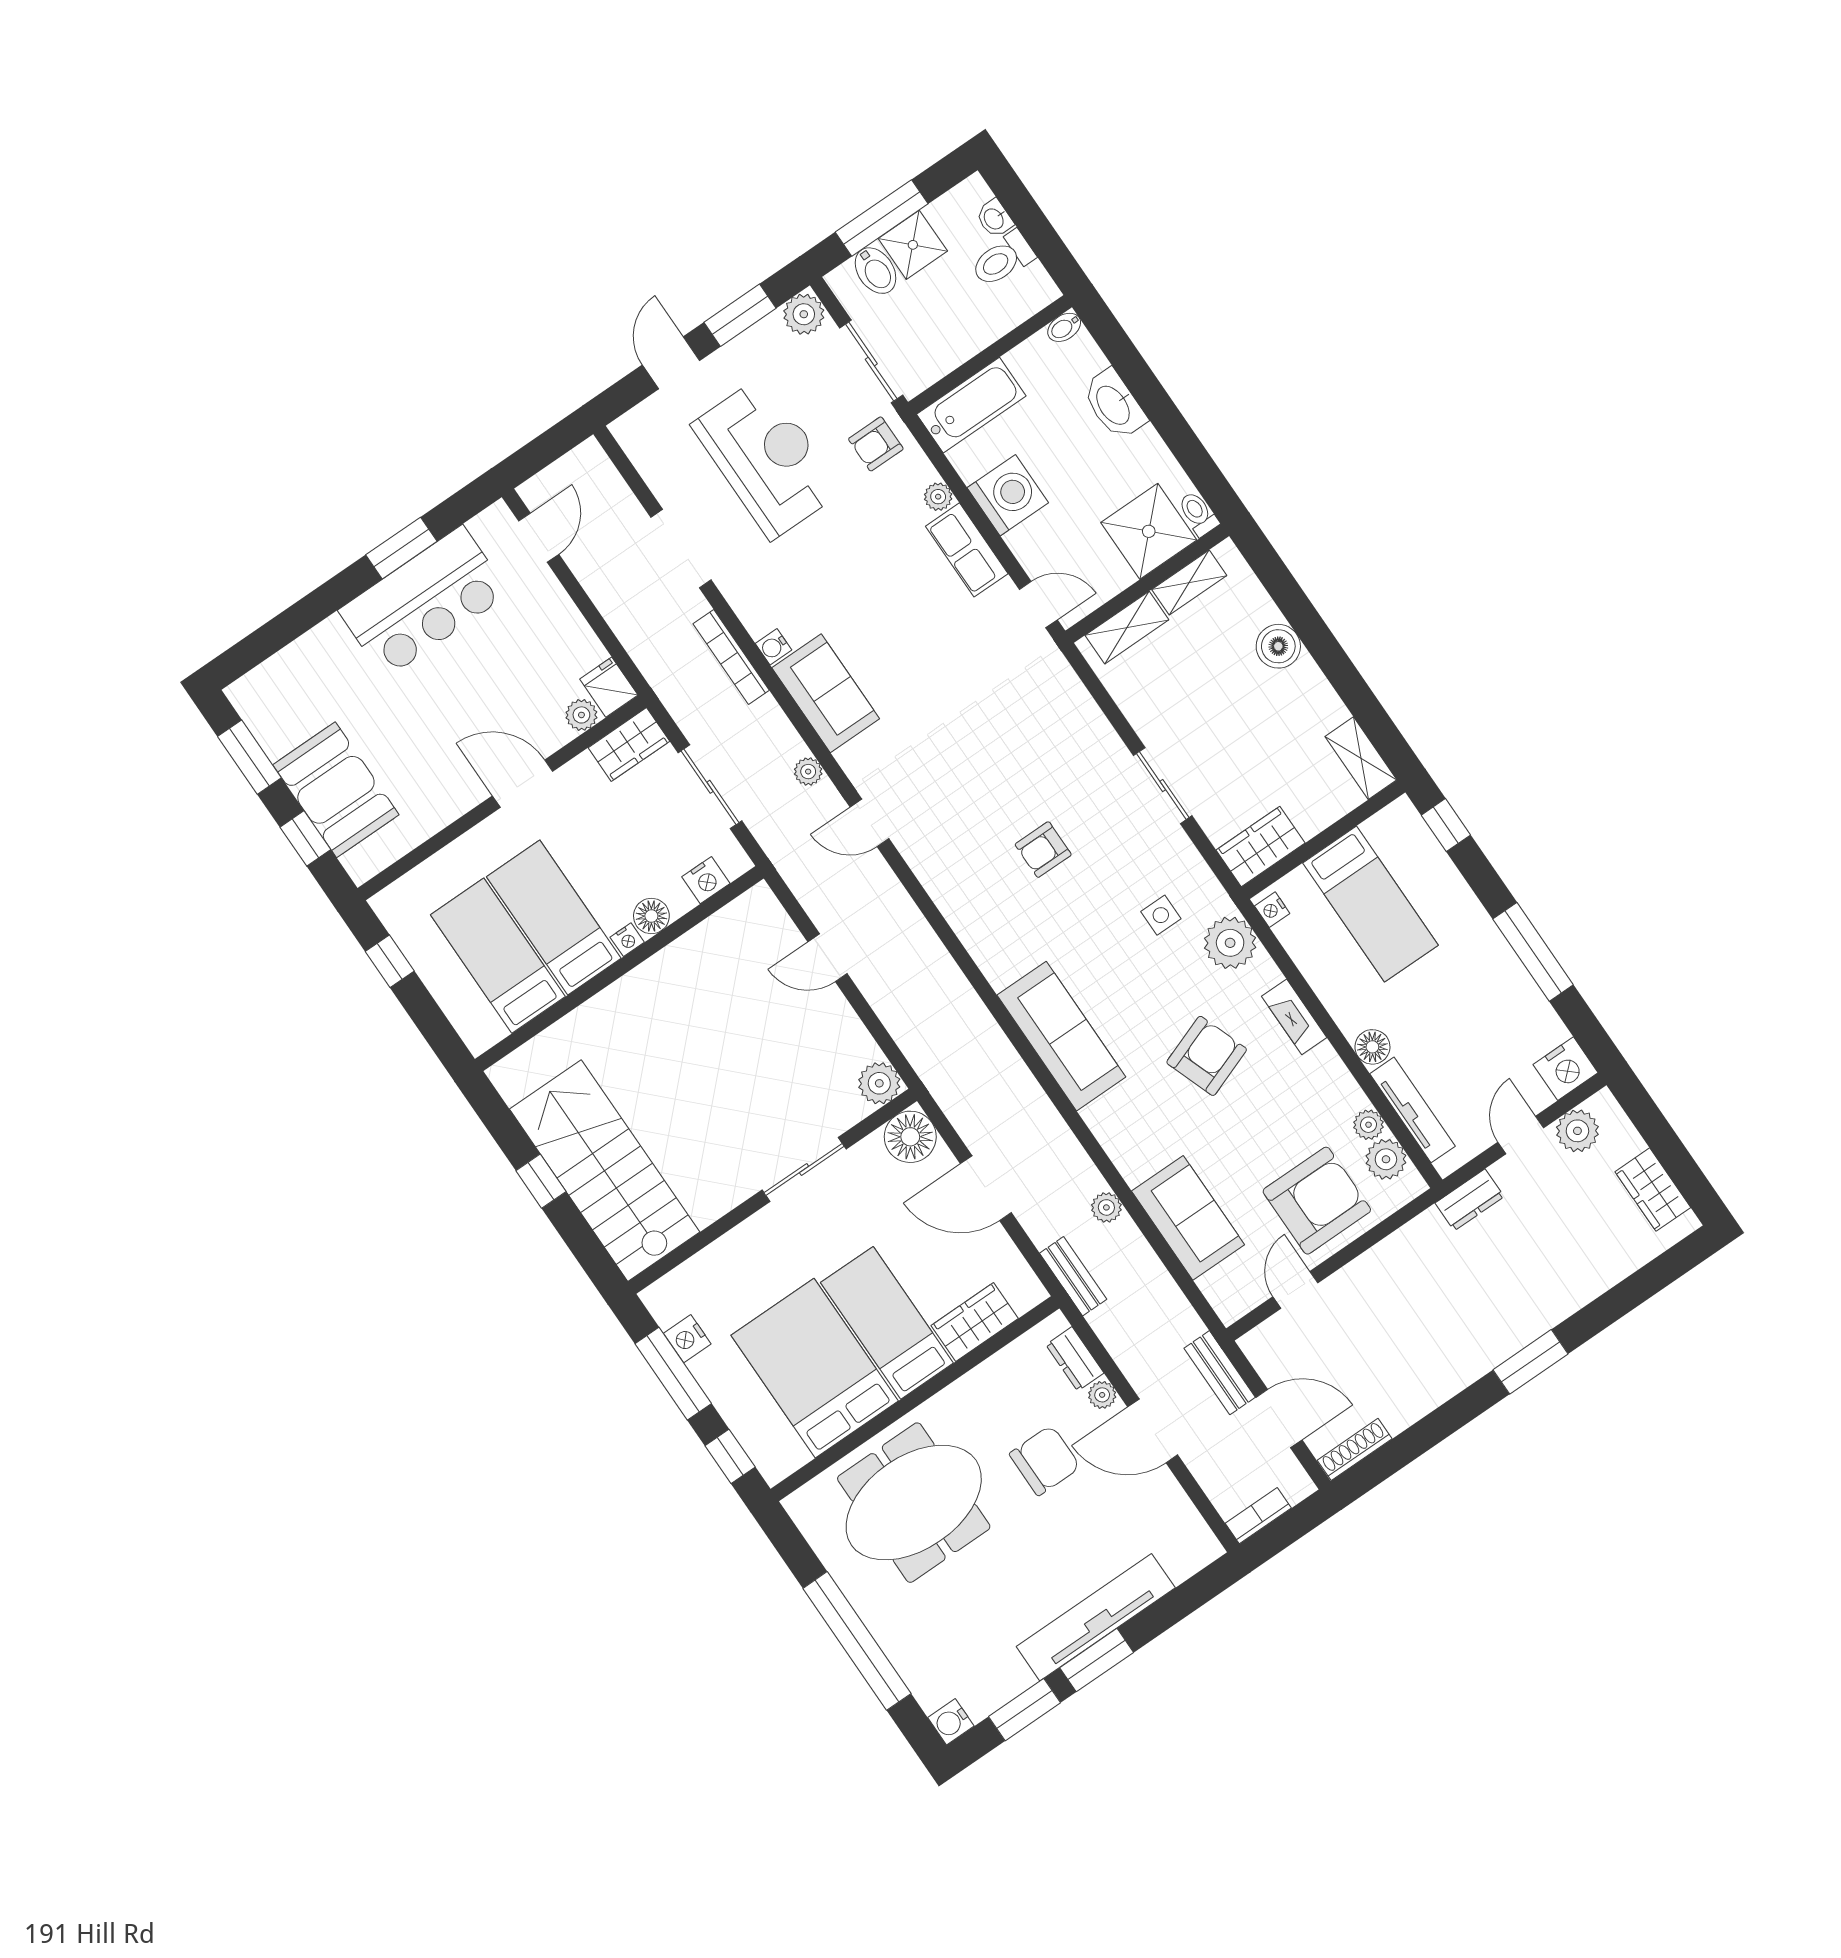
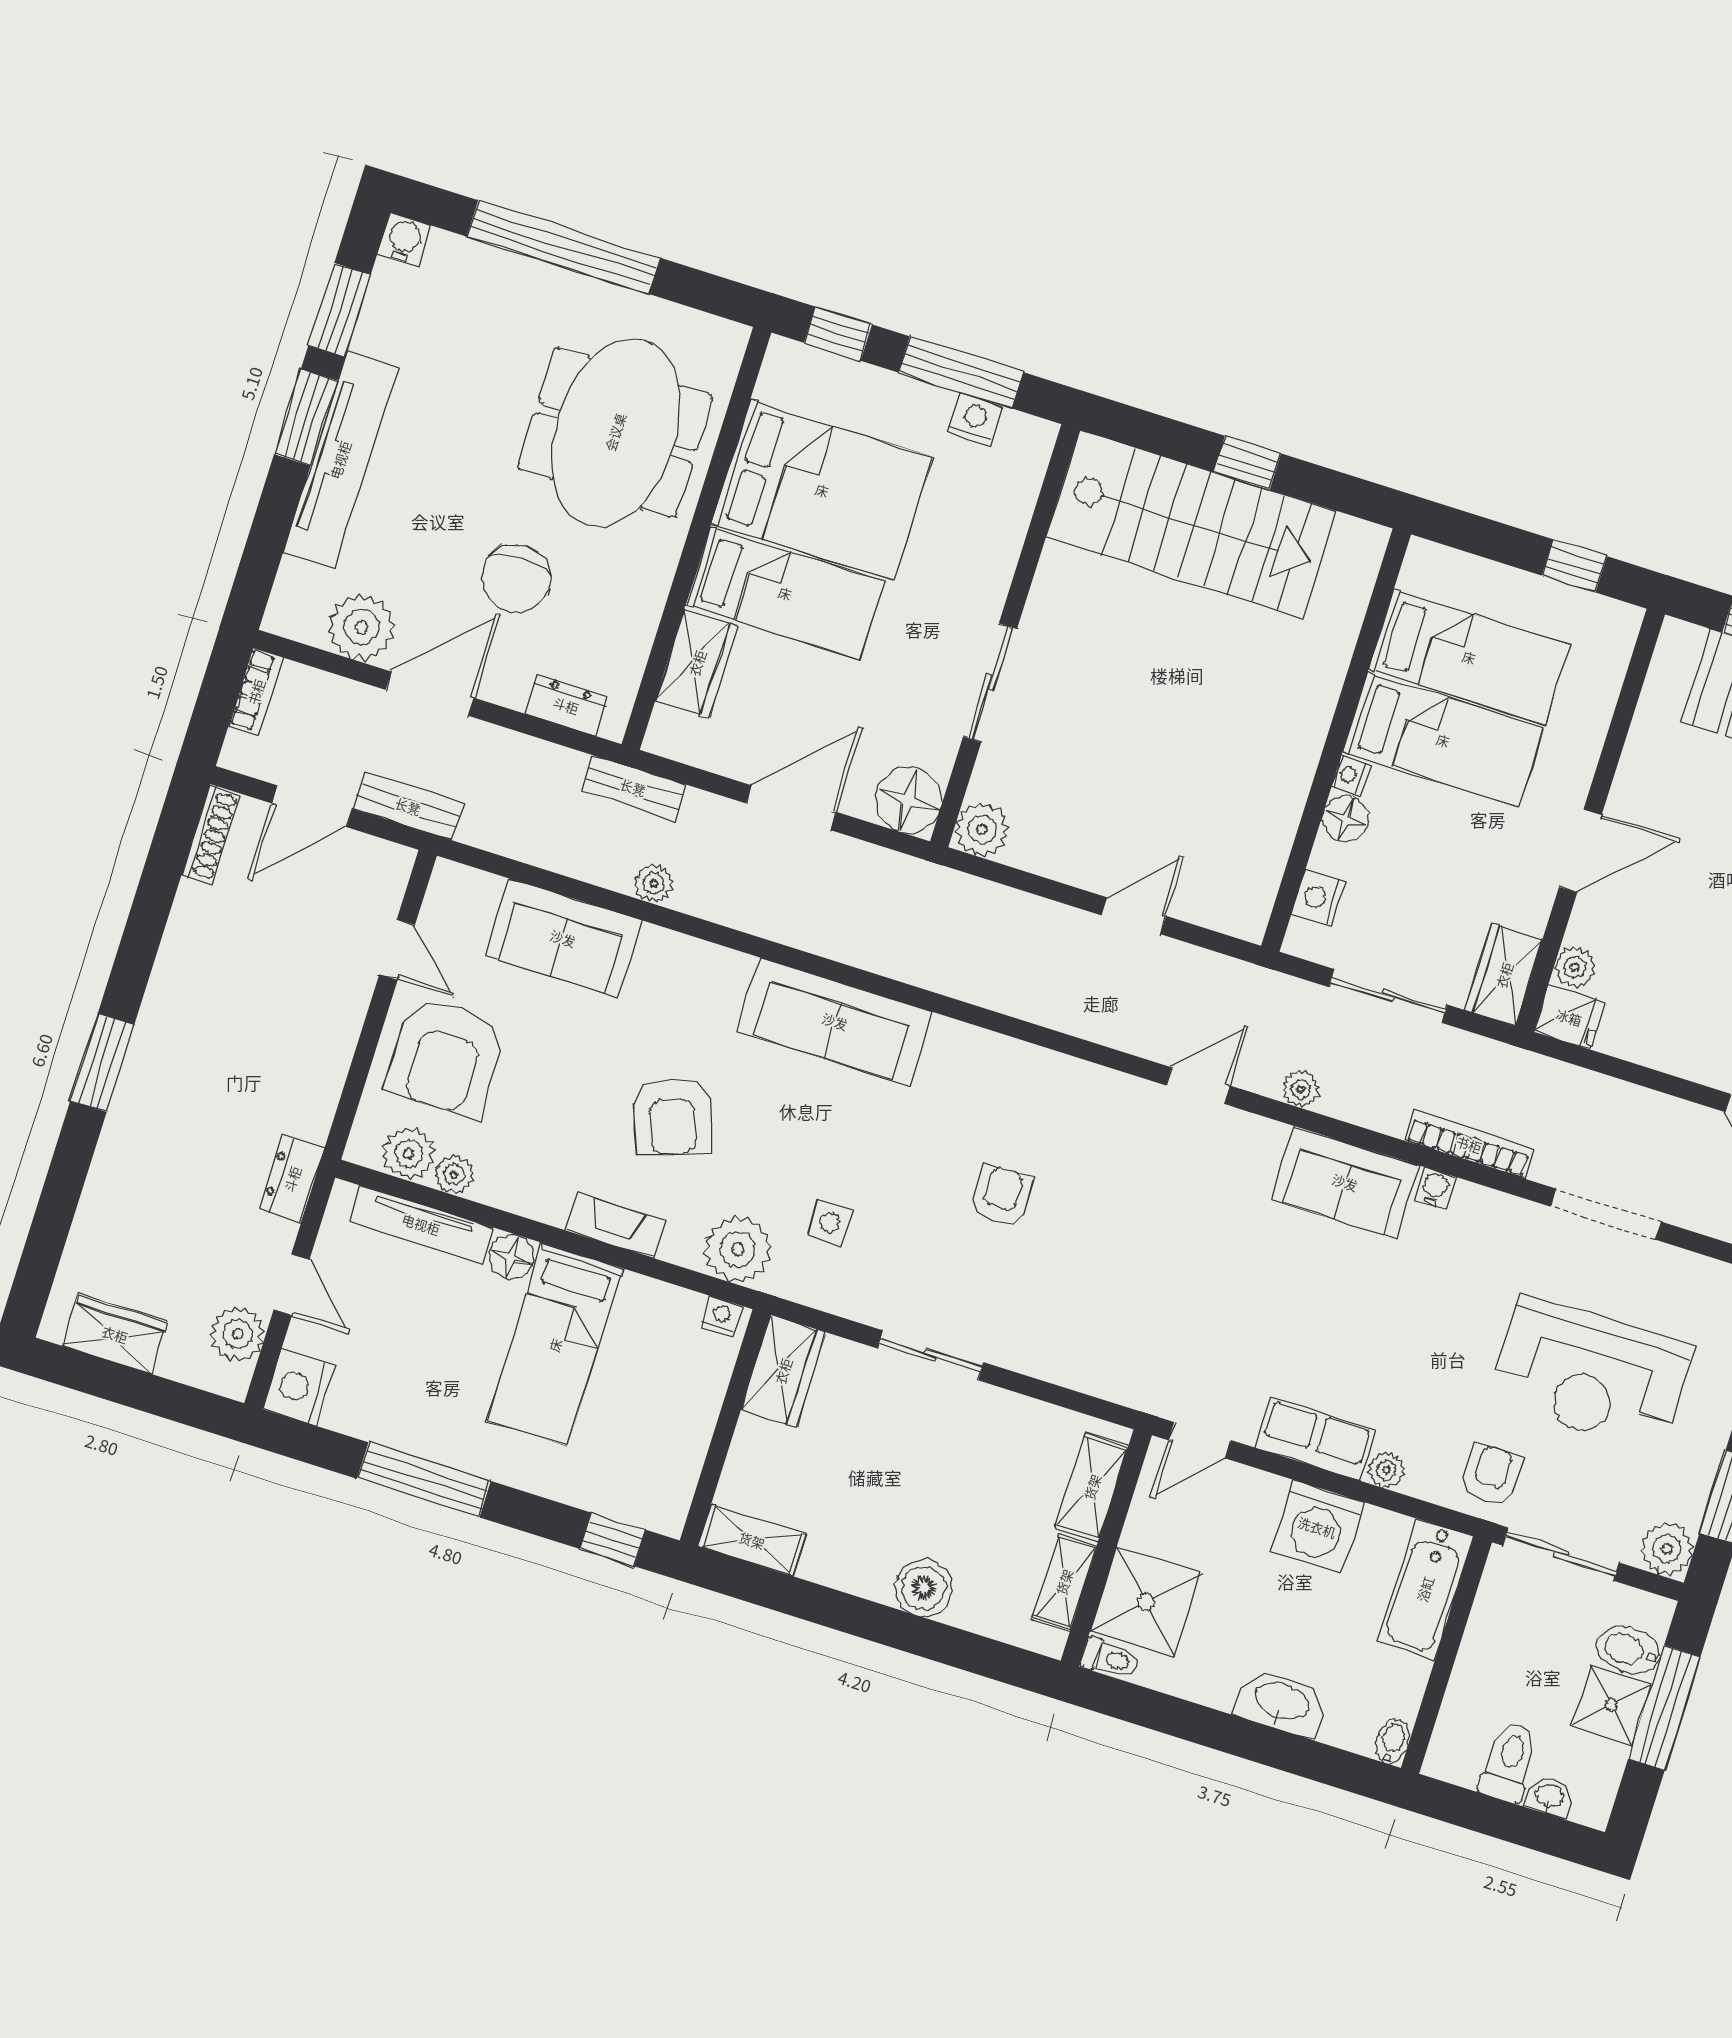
bed: (1370, 904) -> (555, 1345), moved, turned -90
plant: (1102, 1395) -> (361, 627), moved, width x1.88, depth x1.88

